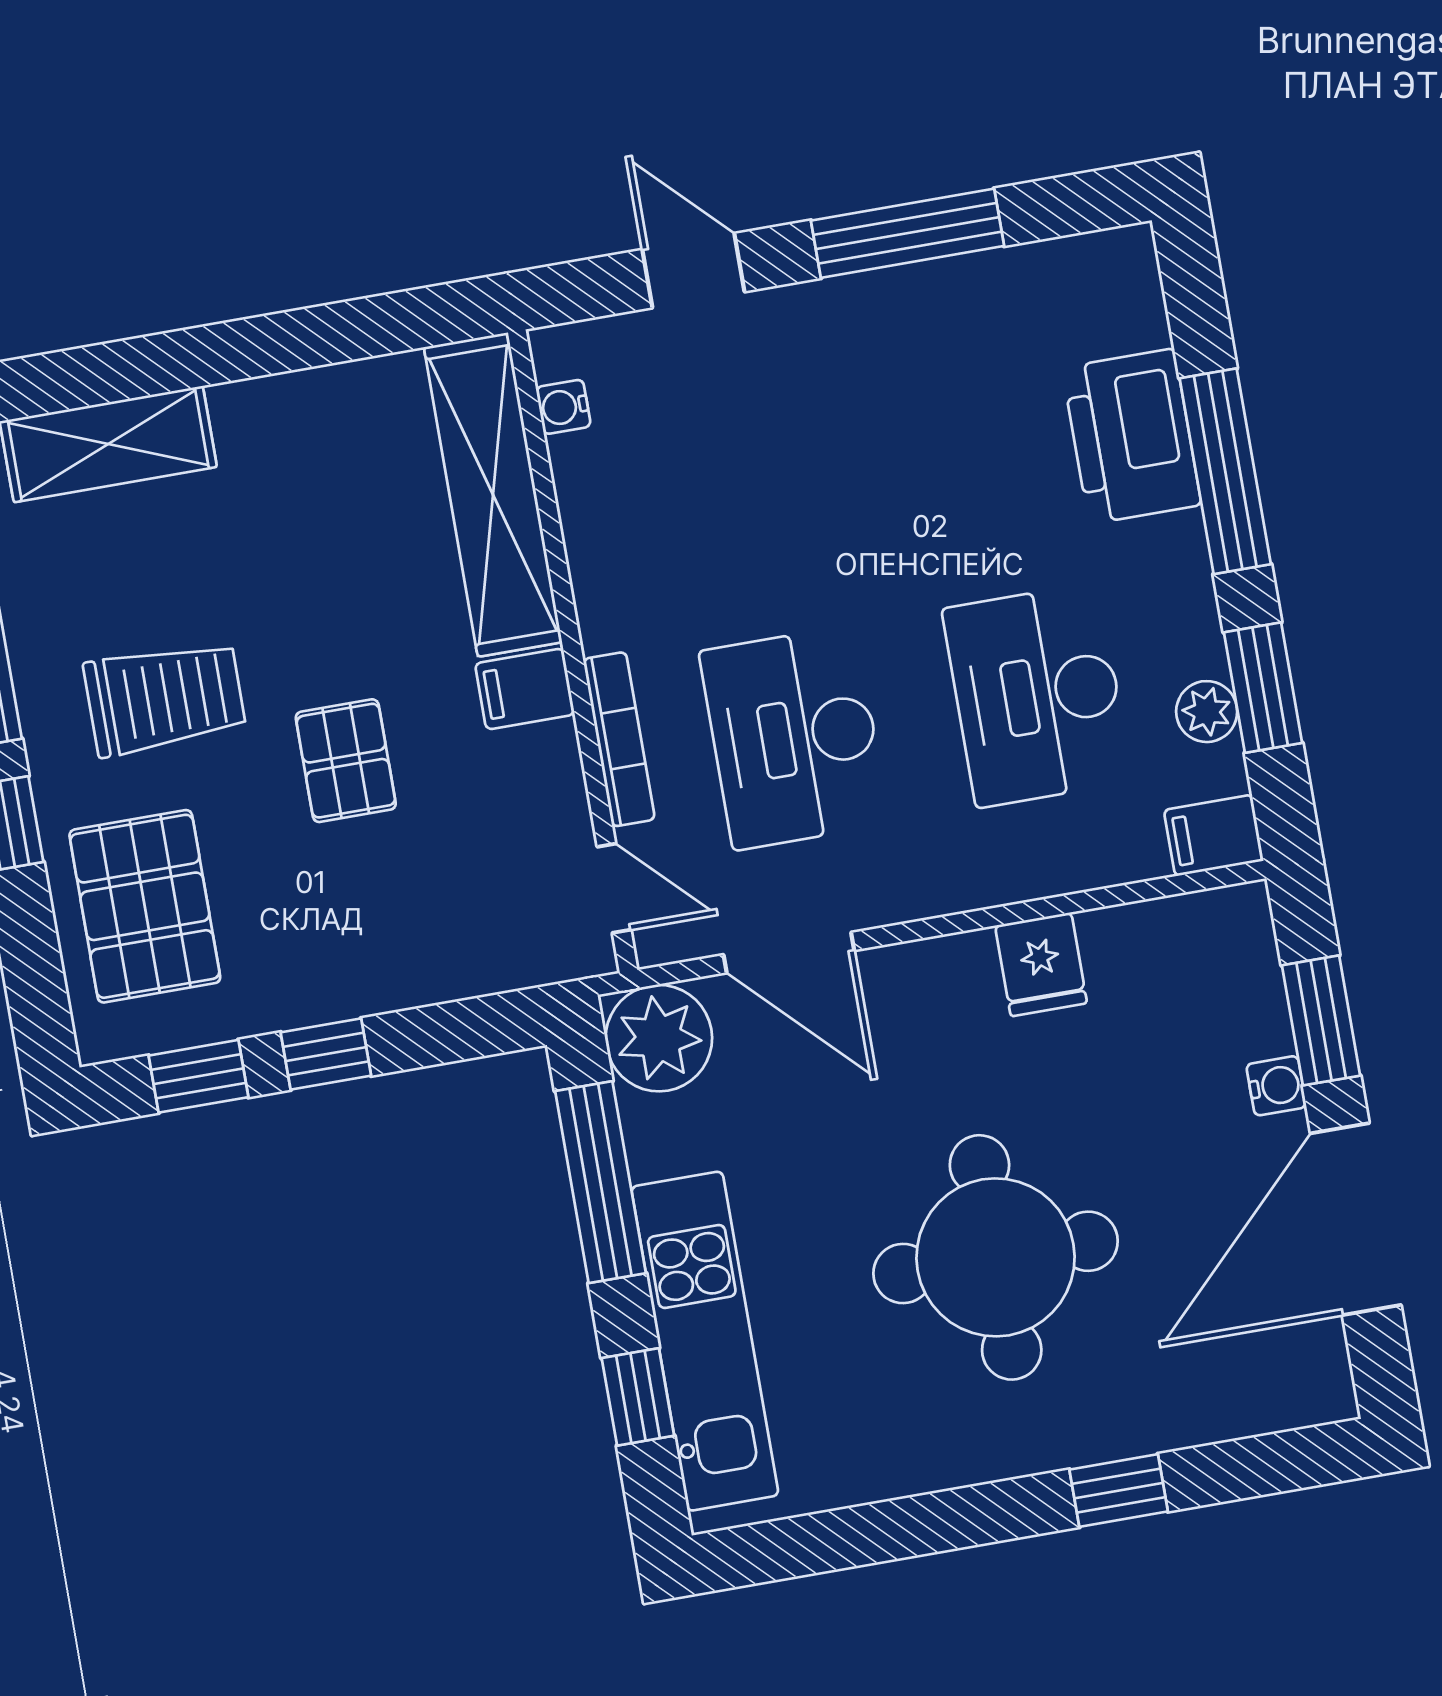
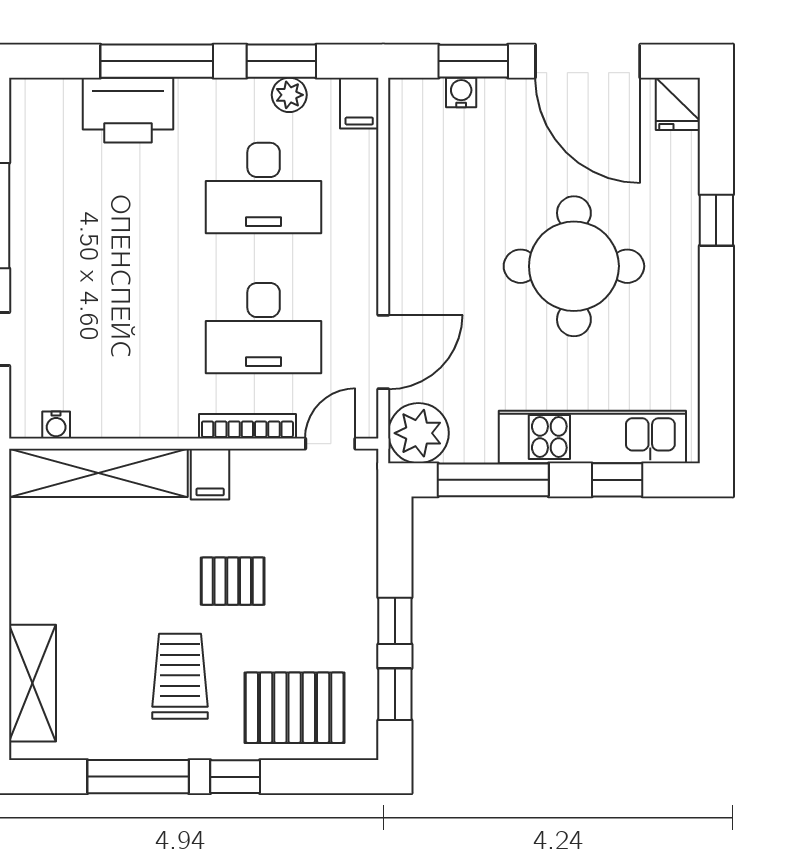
fridge: (1041, 964) -> (678, 104), moved, turned 90
water cooler: (1276, 1086) -> (461, 93), moved

